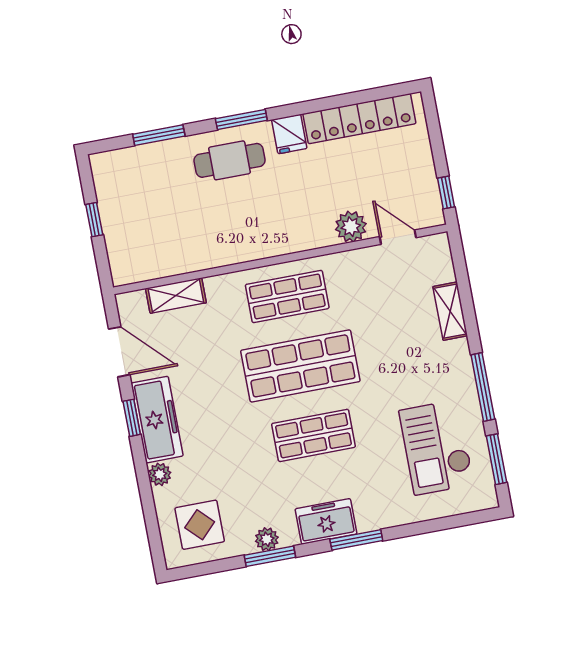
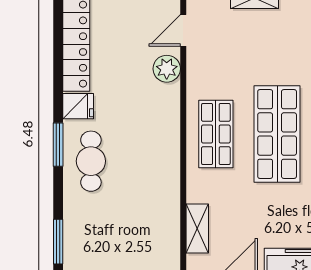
window: (159, 135) -> (58, 242), moved

